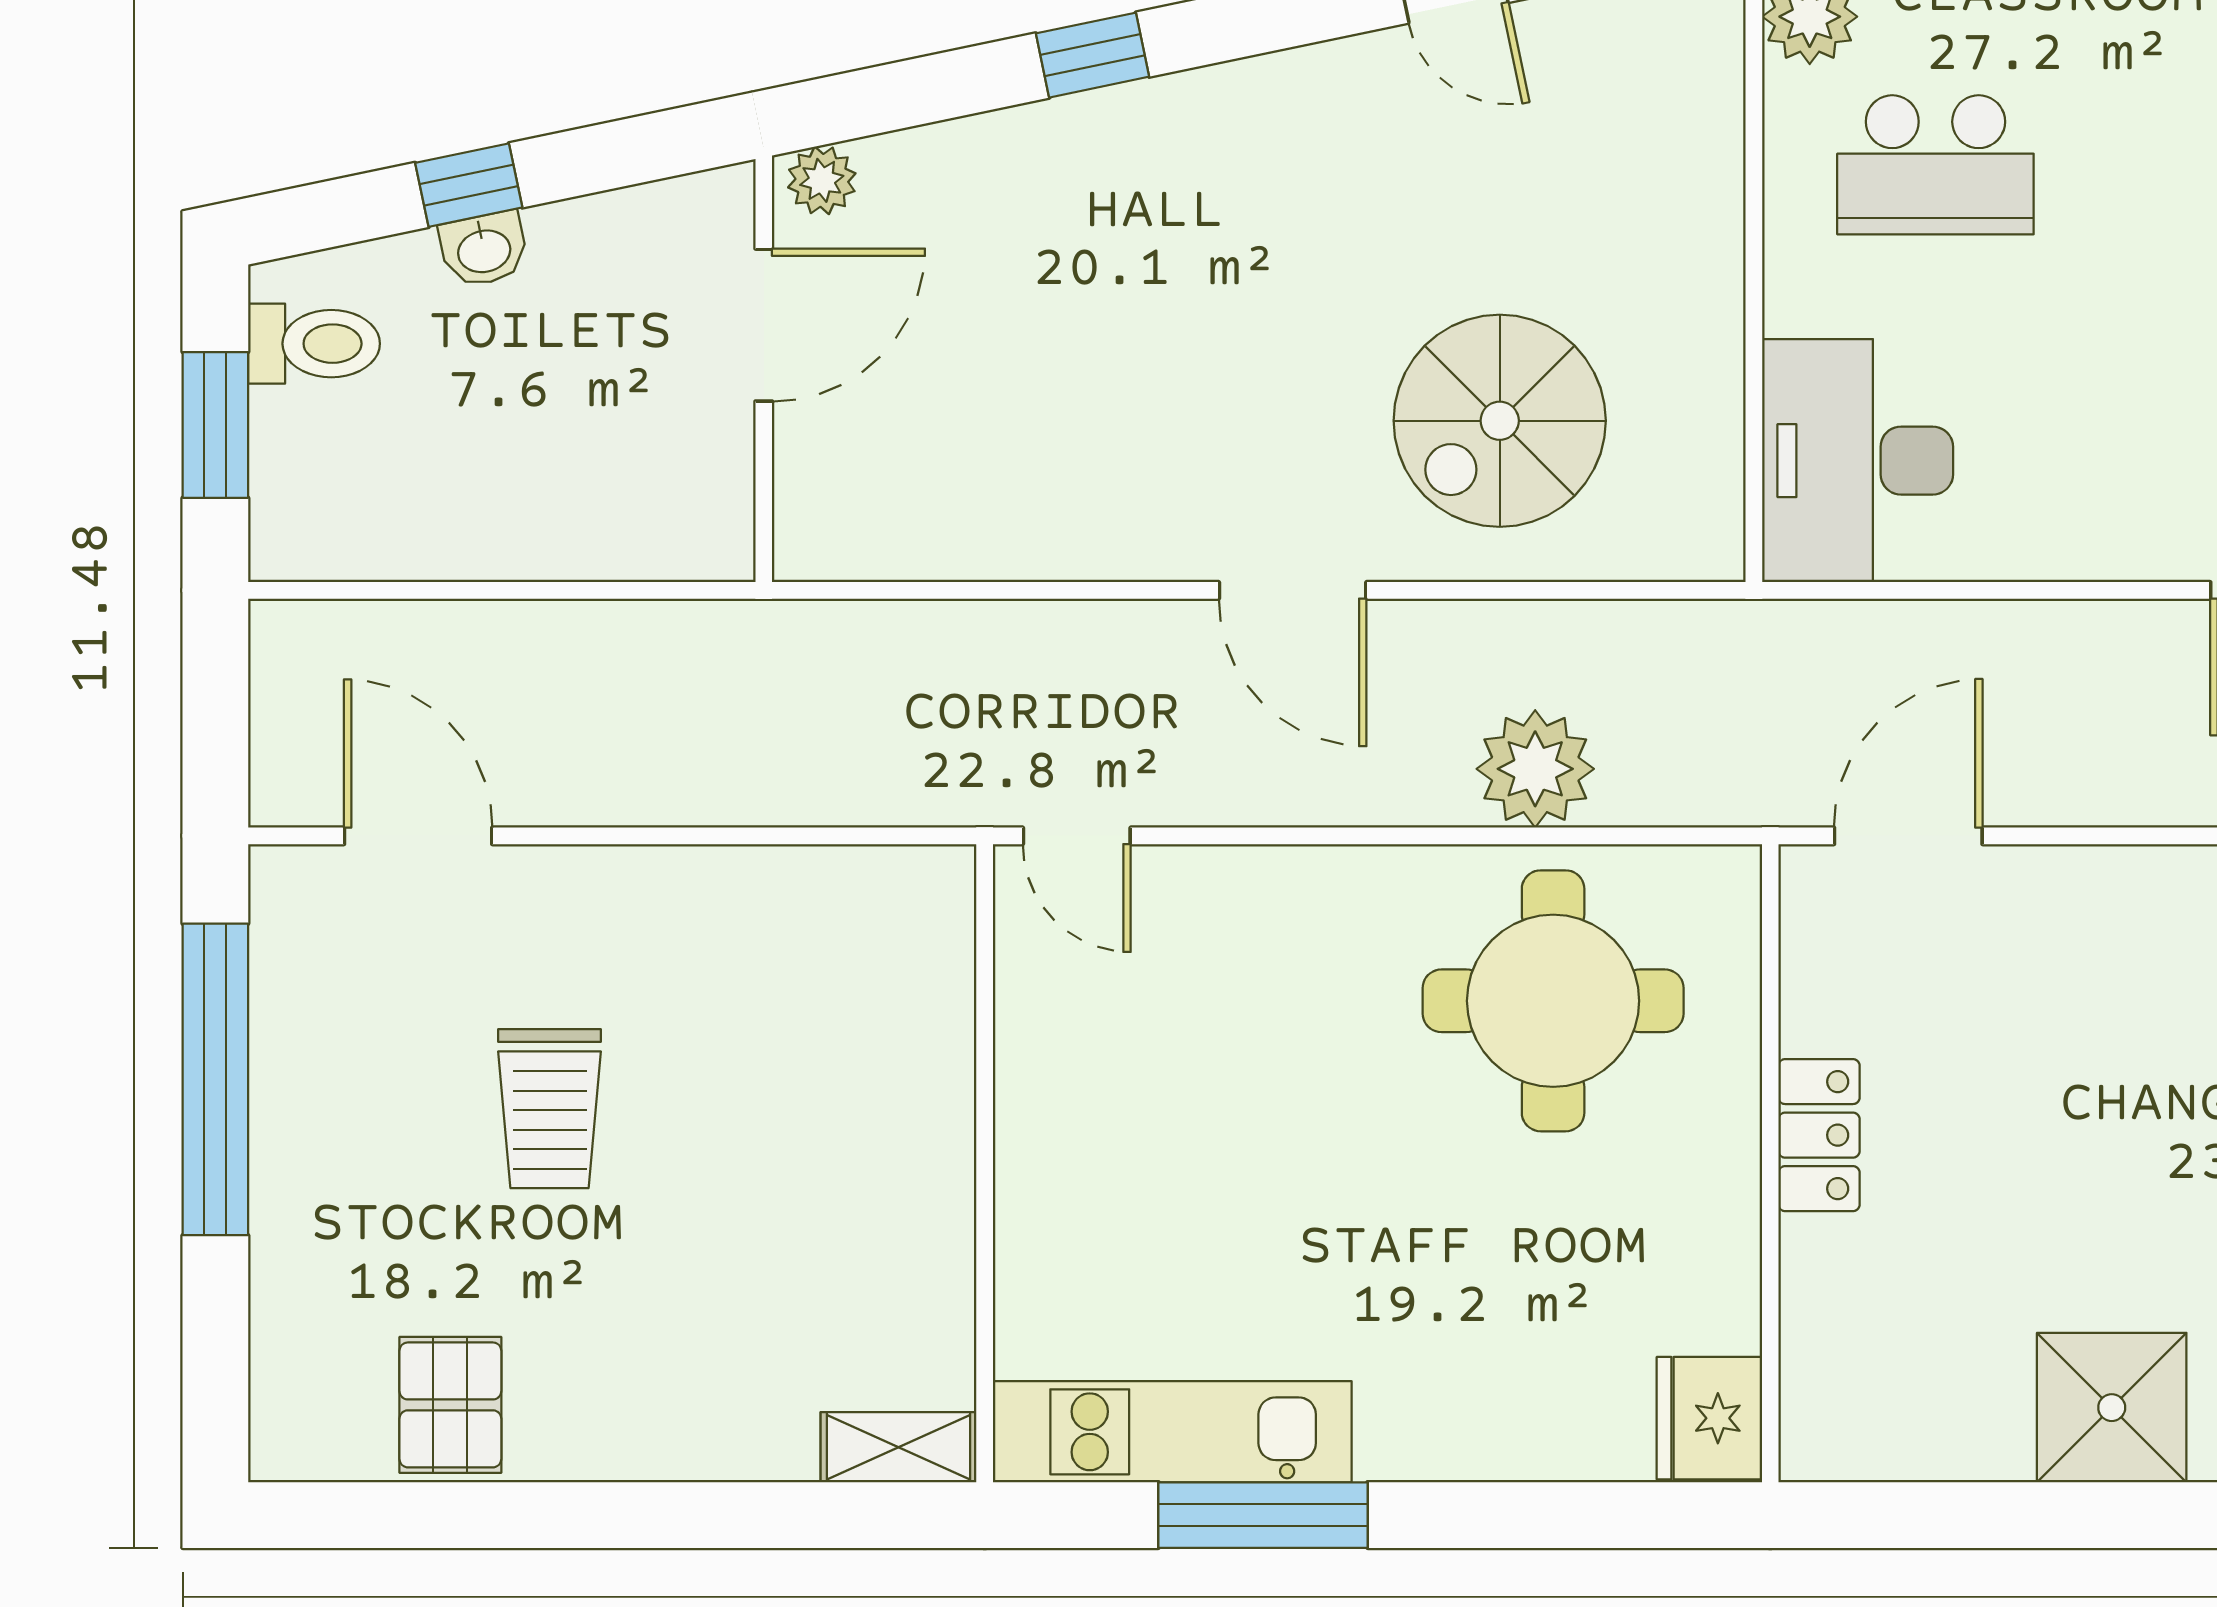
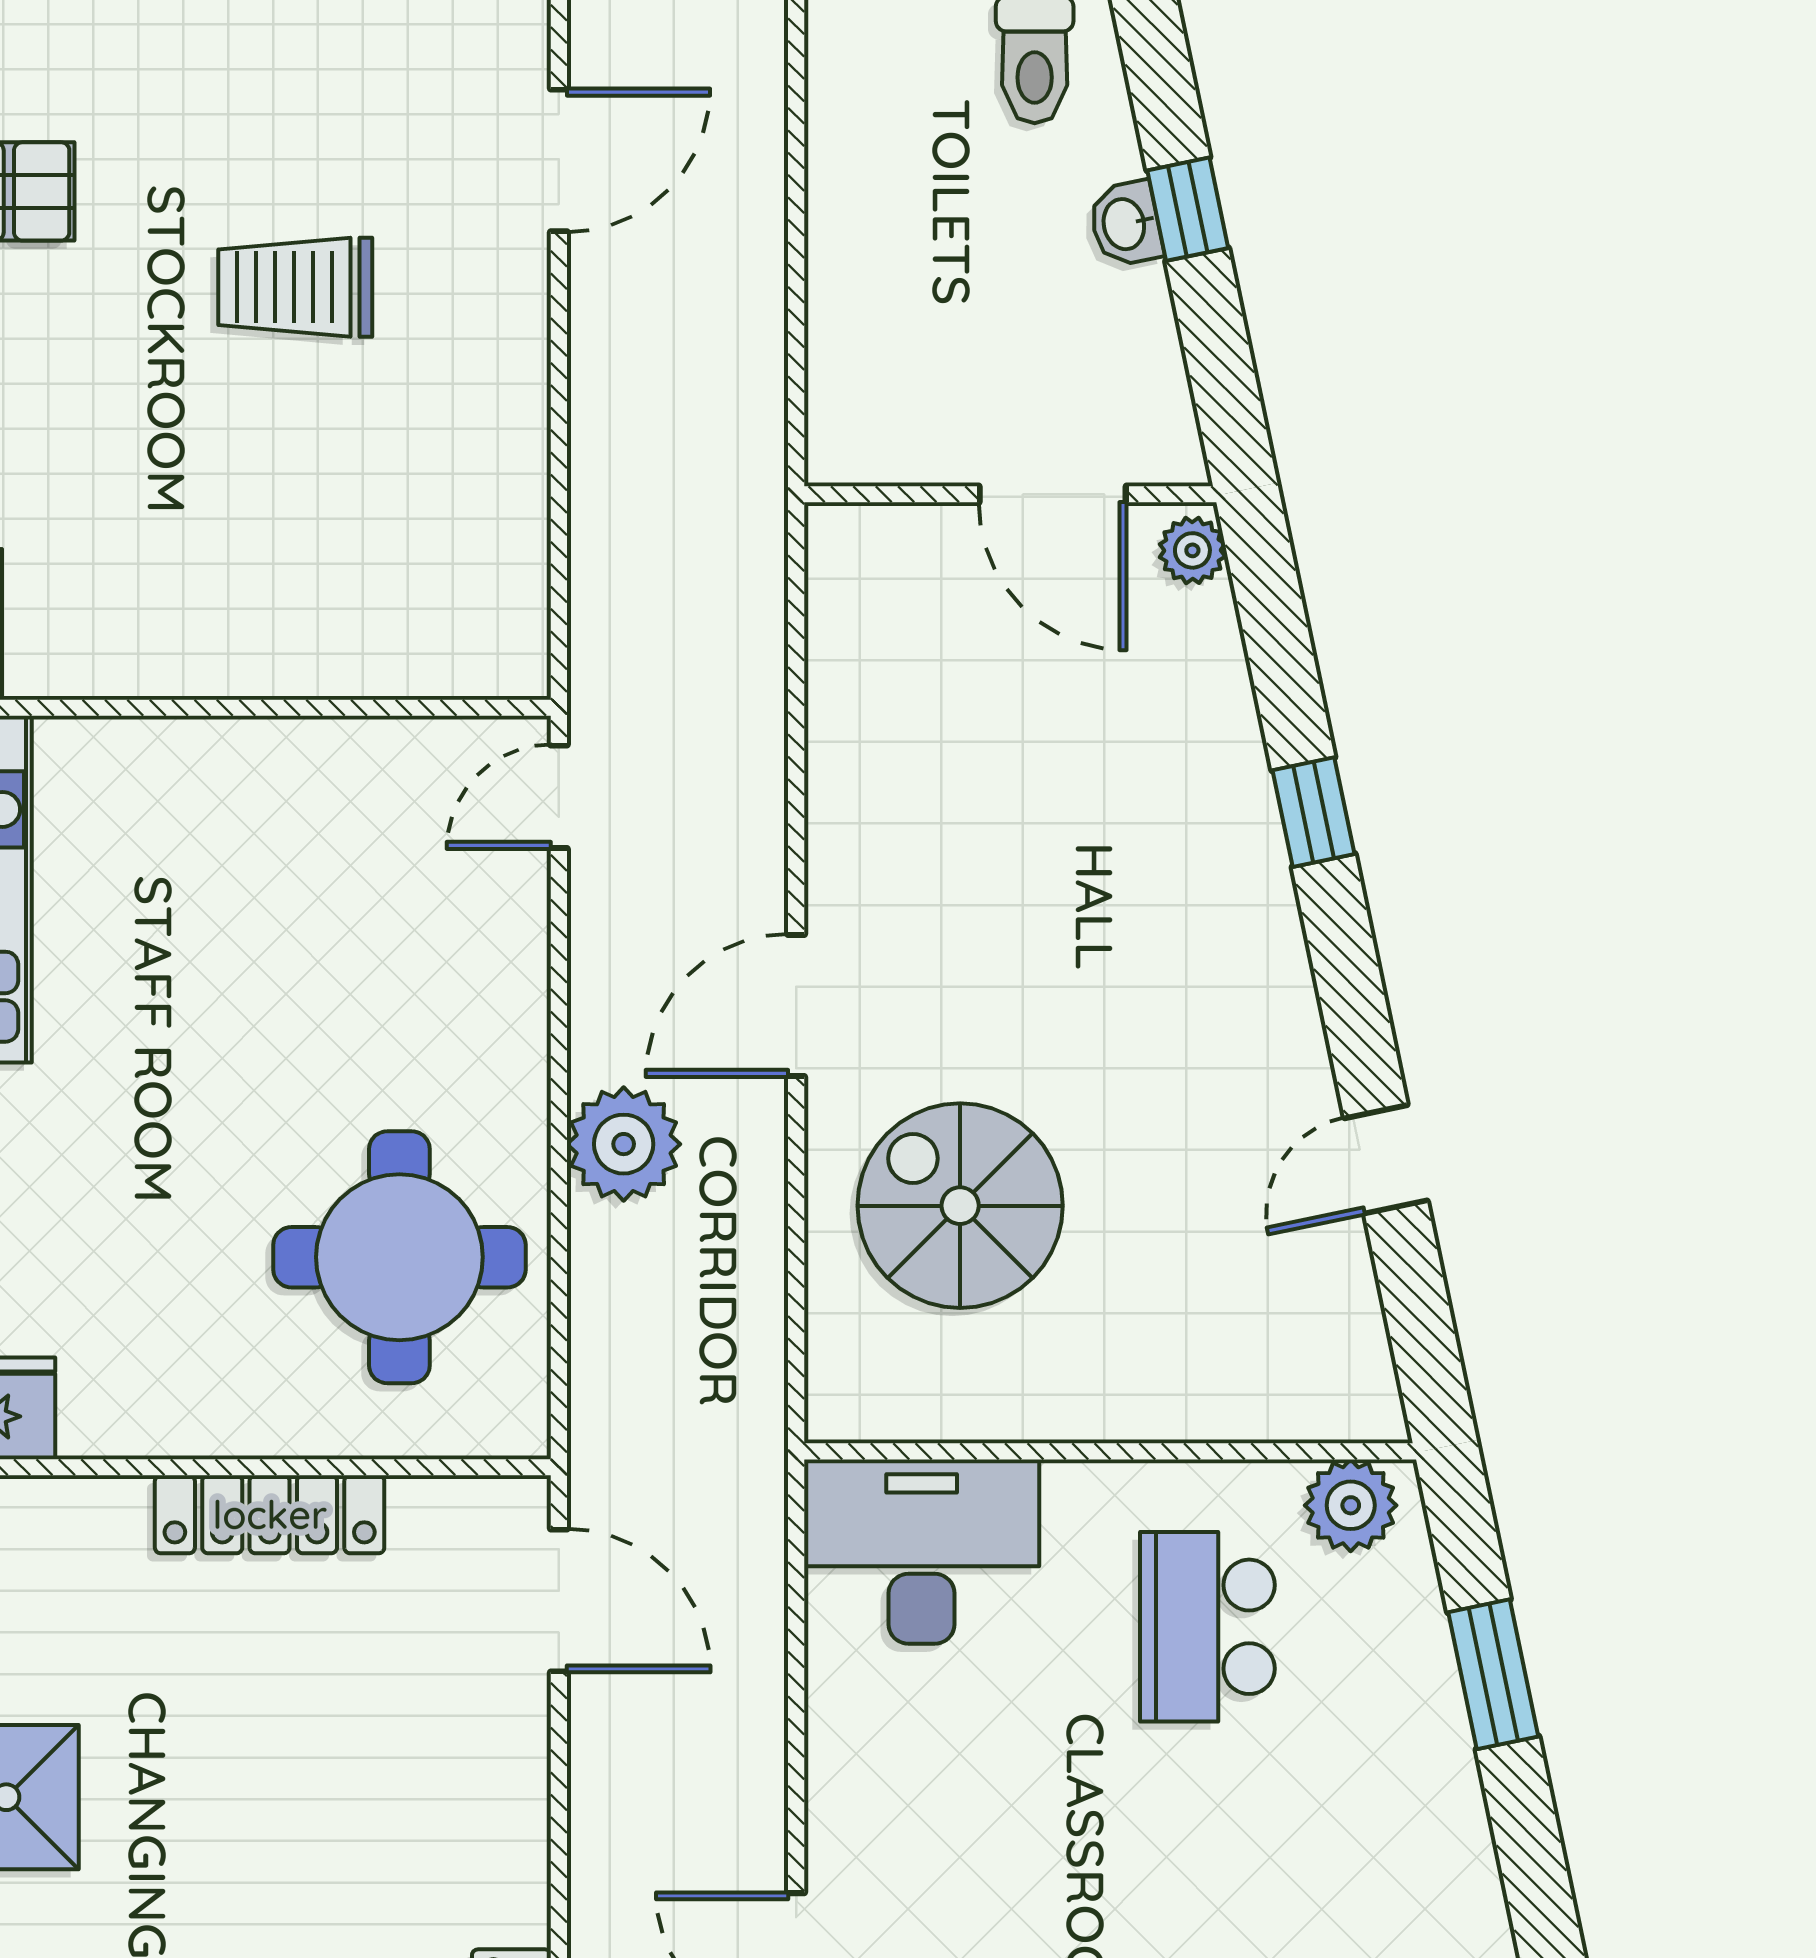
plant: (1535, 769) -> (624, 1144), moved
locker: (1819, 1135) -> (270, 1514), width x1.53

